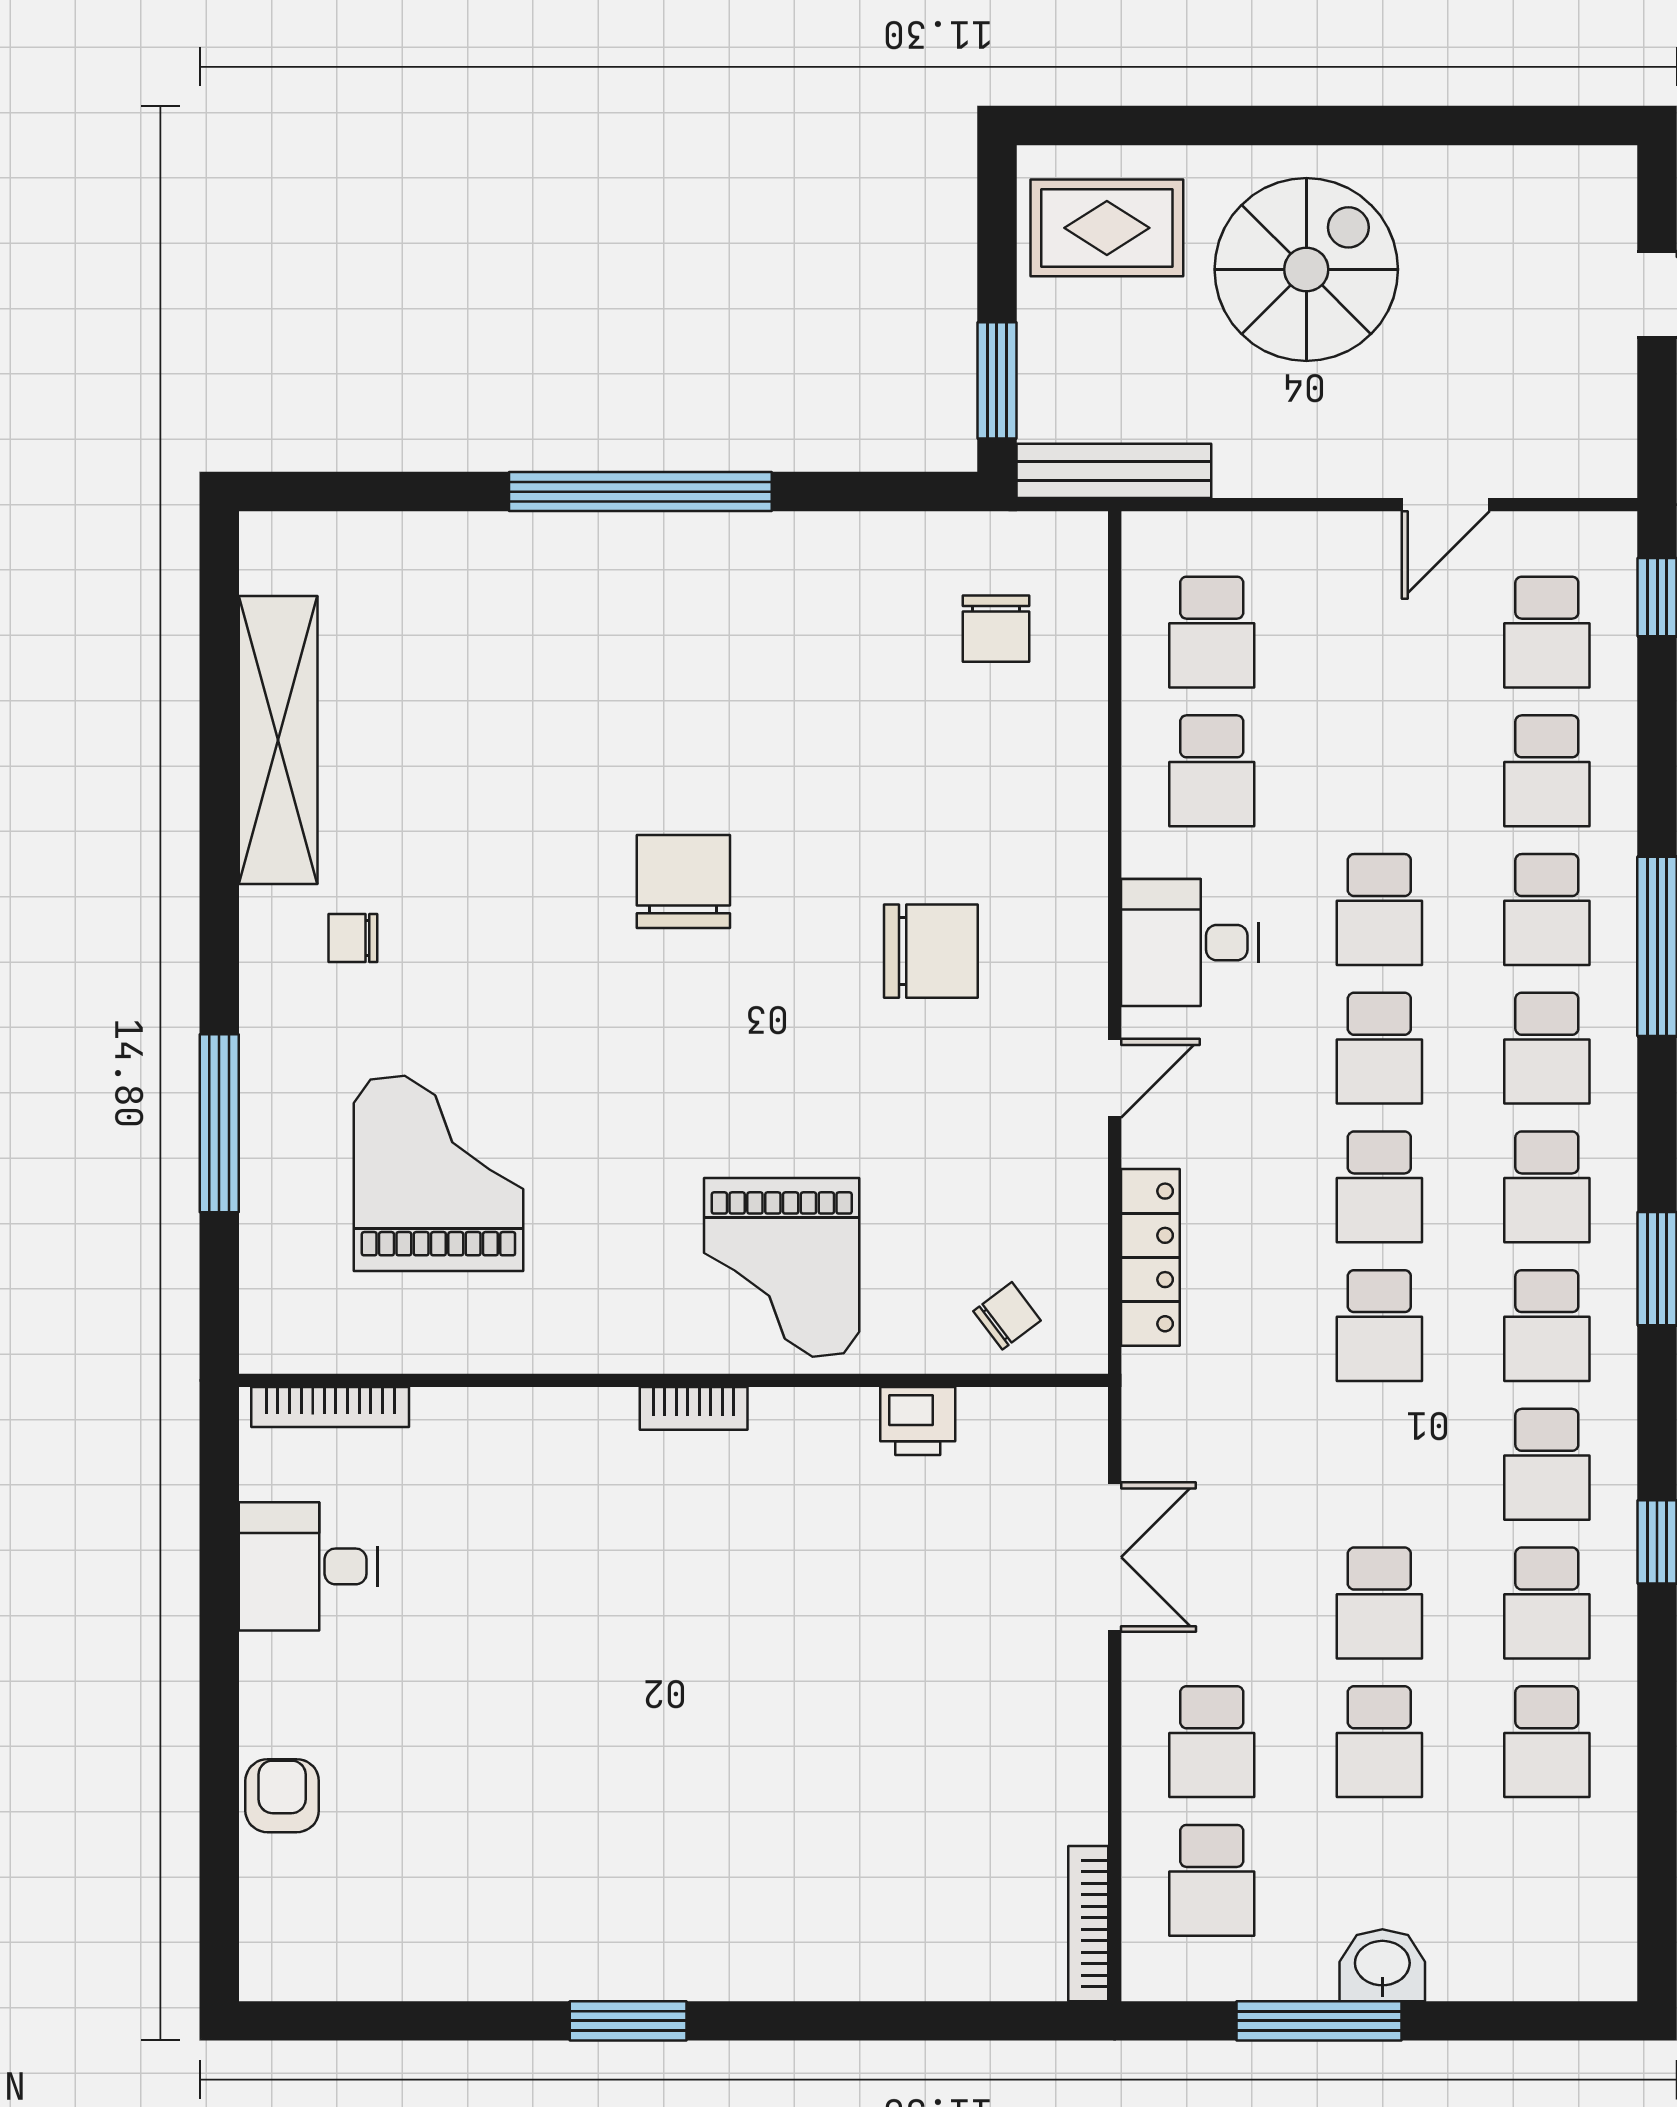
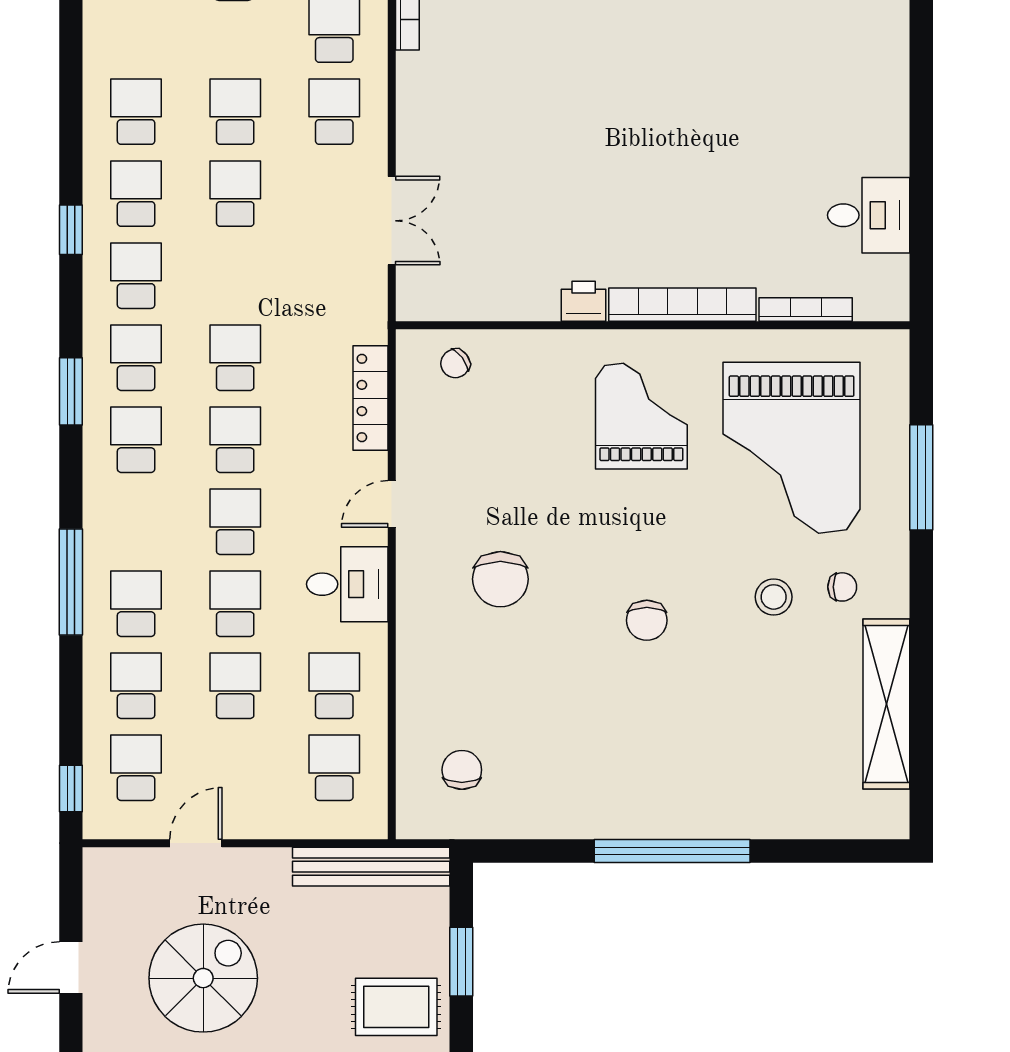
spiral stairs: (1306, 269) -> (203, 978), moved, turned 180
window: (997, 380) -> (461, 962), moved
bench: (1114, 471) -> (371, 867), width x1.37, depth x1.21
chair: (683, 882) -> (647, 620), width x0.73, depth x0.73
stool: (469, 921) -> (774, 597), added
chair: (931, 951) -> (500, 579), turned -90
school desk: (1547, 1048) -> (235, 686), moved
grand piano: (438, 1173) -> (792, 448), width x1.37, depth x1.48
grand piano: (782, 1267) -> (641, 416), moved
bookcase: (330, 1407) -> (806, 309), moved
bookcase: (694, 1408) -> (682, 305), width x2.31, depth x1.31
printer: (918, 1421) -> (584, 301), moved
double door: (1115, 1557) -> (392, 221), swing flipped
armchair: (282, 1796) -> (884, 80), removed

